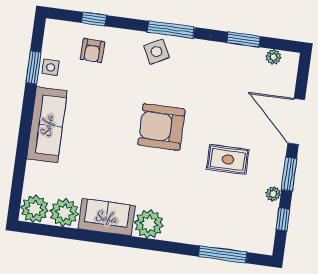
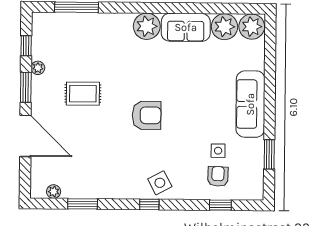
window: (171, 30) -> (149, 204), width x0.46
side table: (51, 67) -> (218, 151), moved
armchair: (161, 127) -> (147, 115), width x0.73, depth x0.73

